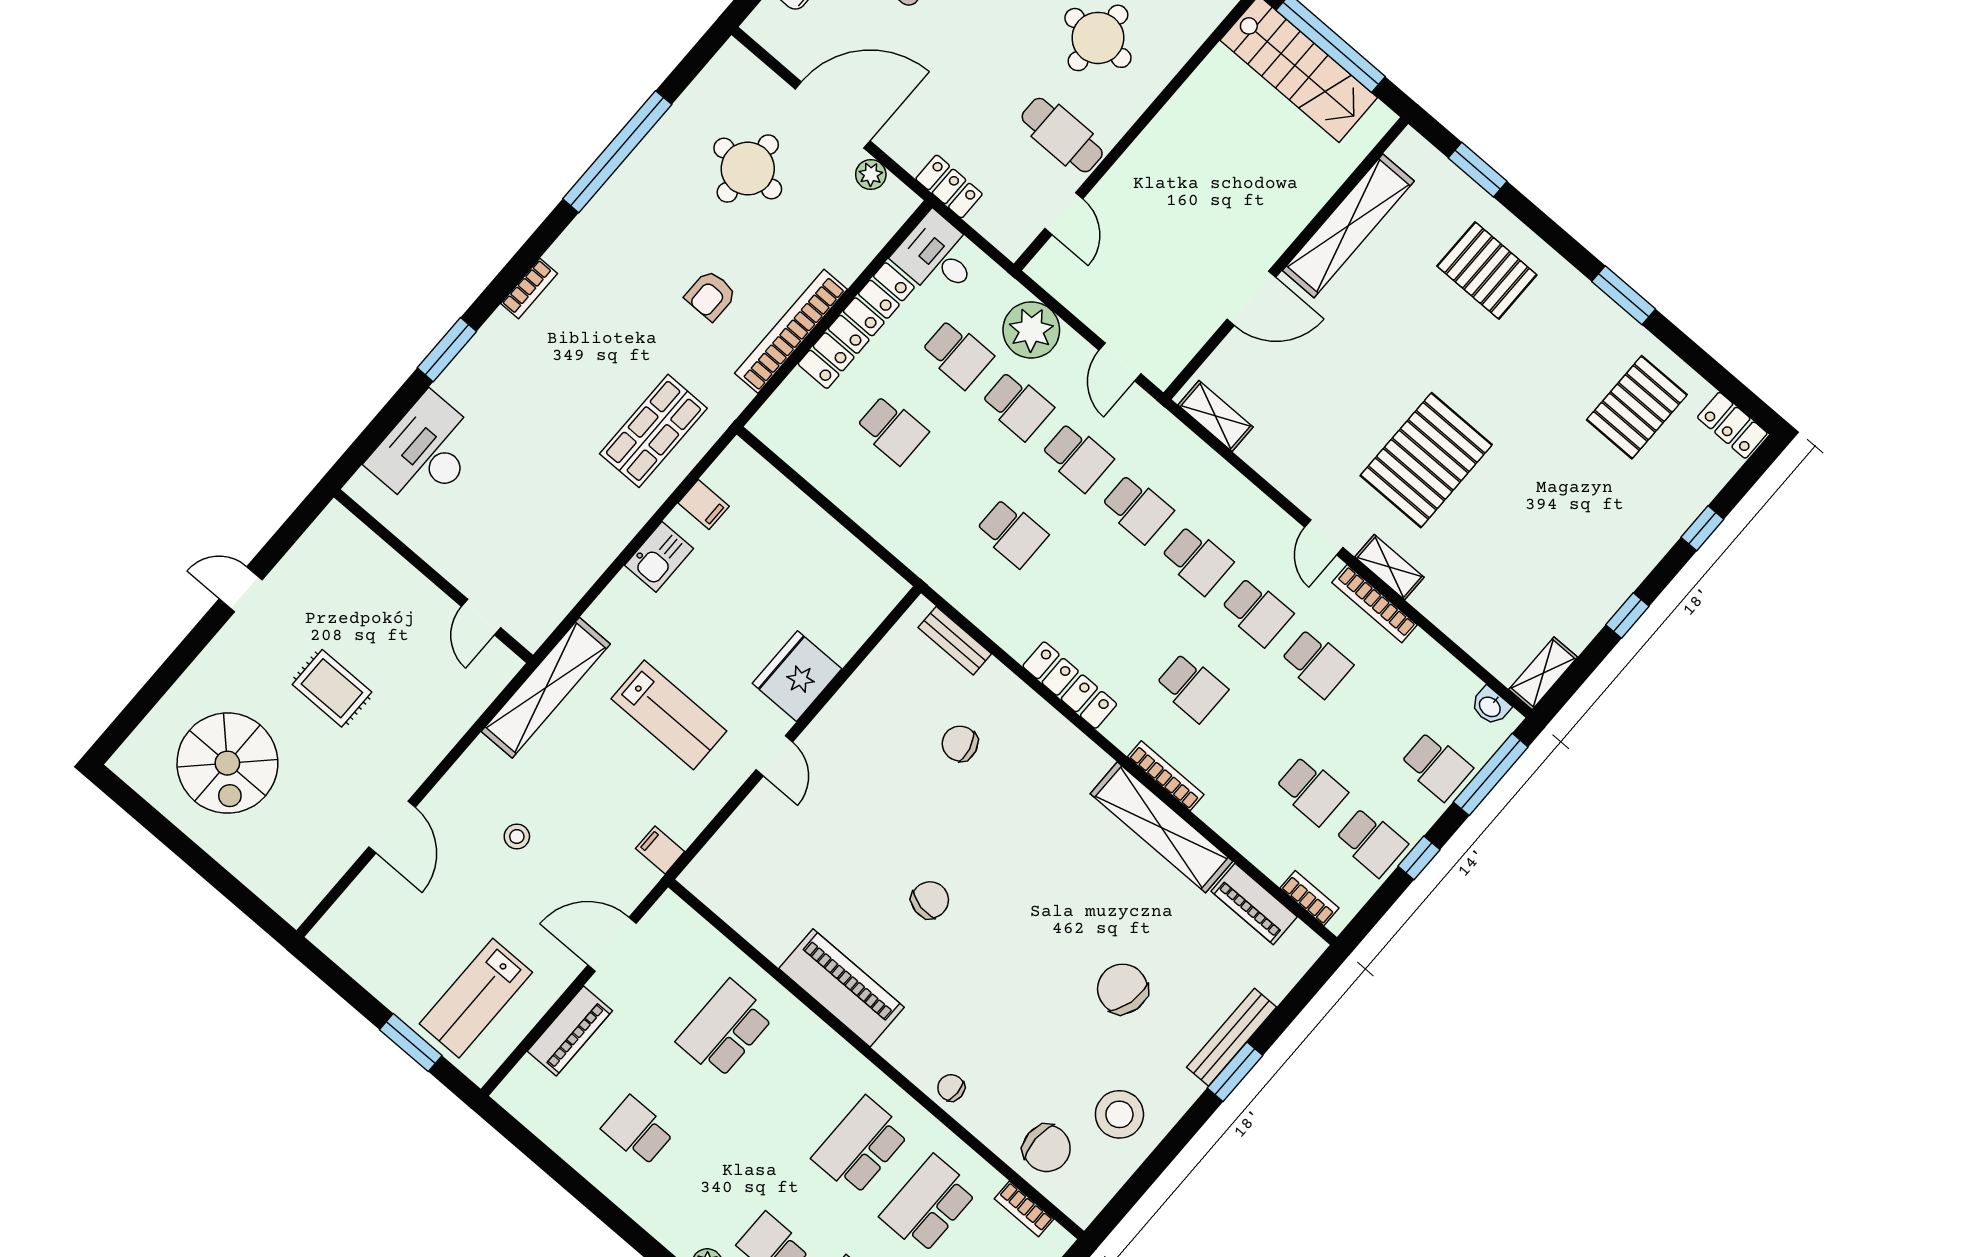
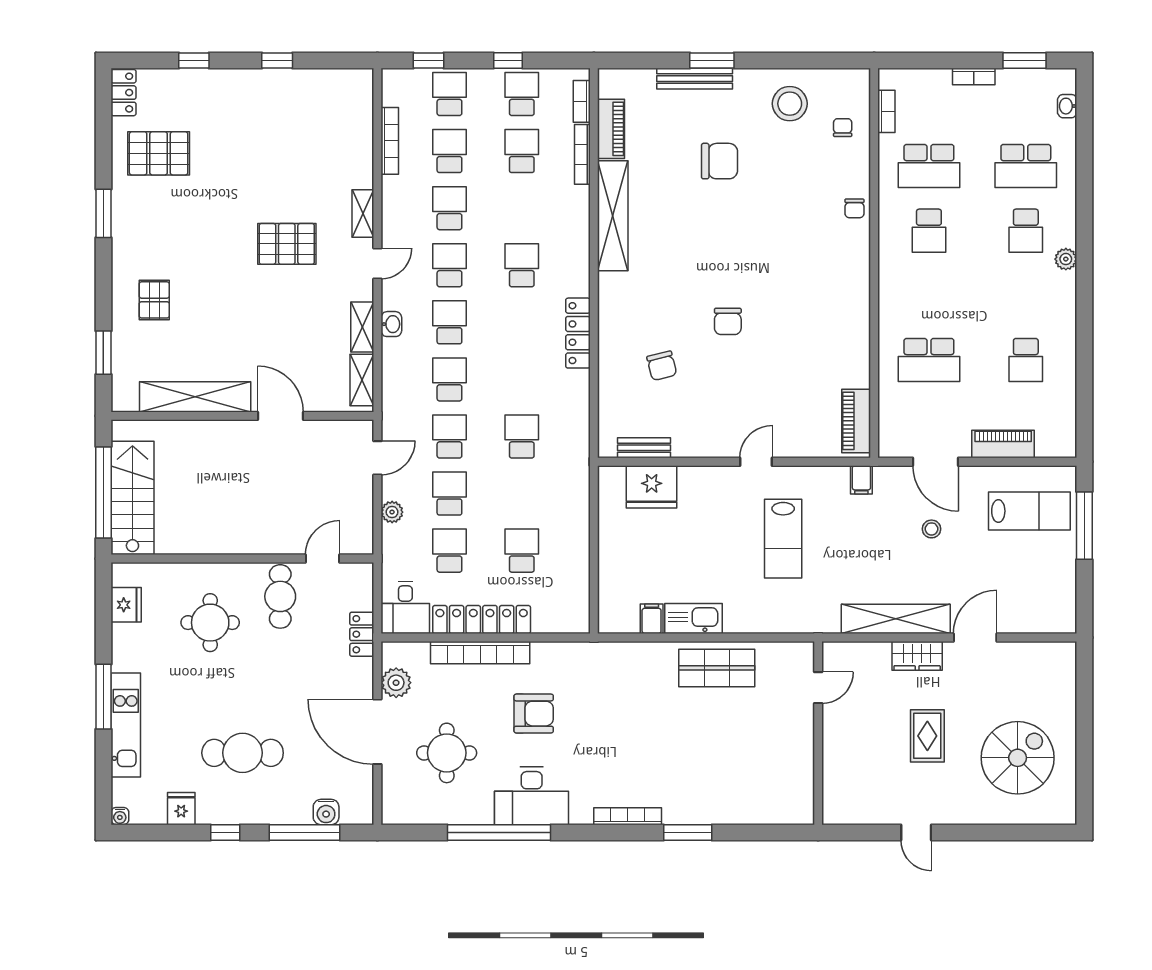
plant: (871, 175) -> (396, 683), width x1.38, depth x1.38
pallet: (1487, 270) -> (154, 300), width x0.67, depth x0.71
bookcase: (529, 289) -> (628, 816), width x1.56
armchair: (711, 295) -> (534, 714), width x1.38, depth x1.38
plant: (1031, 330) -> (392, 512), width x0.53, depth x0.53
bookcase: (791, 331) -> (480, 653), moved
shop shelf: (653, 431) -> (717, 668), moved
desk: (426, 452) -> (532, 796), moved
pallet: (1426, 460) -> (287, 244), width x0.73, depth x0.71
kitchen sink: (659, 557) -> (693, 619), width x1.38
bookcase: (1375, 604) -> (390, 141), moved
bench: (955, 641) -> (644, 448), moved, turned 90
shelving: (1543, 673) -> (362, 327), moved, turned 90
fridge: (797, 676) -> (652, 487), moved
shelving: (546, 688) -> (896, 619), moved
washbasin: (1490, 706) -> (391, 324), moved
lab bench: (669, 715) -> (783, 539), turned 180
school desk: (1377, 715) -> (449, 151), added
wardrobe: (425, 750) -> (917, 656), added
window: (1491, 774) -> (429, 60), width x0.46
bookcase: (1166, 776) -> (582, 154), moved
stool: (517, 837) -> (931, 529), moved
chair: (930, 900) -> (728, 321), moved, turned -101
piano: (842, 988) -> (856, 421), moved, width x0.73, depth x0.75
chair: (1122, 989) -> (720, 161), turned -104
window: (411, 1043) -> (1084, 526), width x1.44
school desk: (861, 1146) -> (929, 231), width x0.54
chair: (1047, 1148) -> (843, 128), width x0.54, depth x0.54

